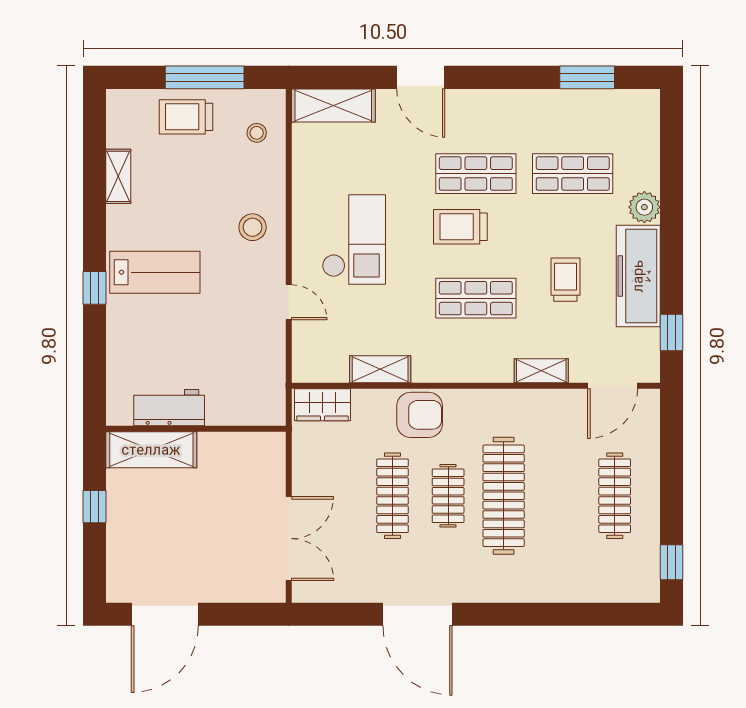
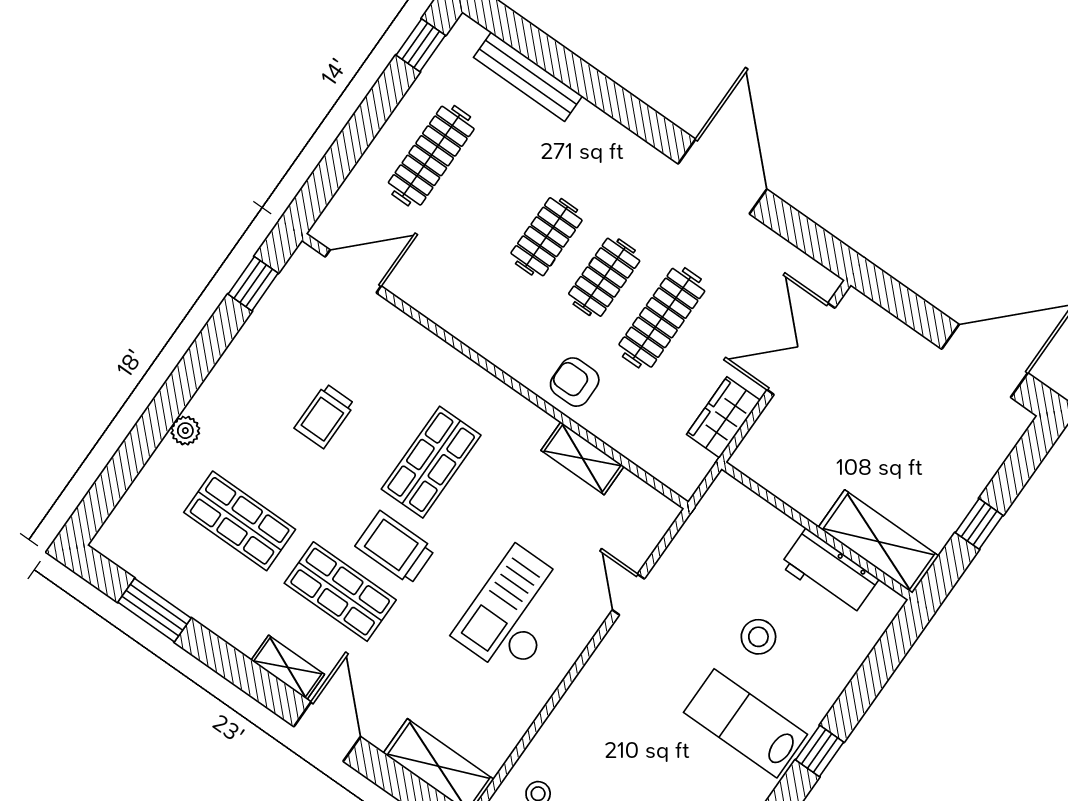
plant: (644, 207) -> (185, 431), width x0.73, depth x0.73
stool: (253, 227) -> (758, 637), moved
trolley: (460, 227) -> (395, 548), turned 180
freezer: (638, 276) -> (246, 367), removed
shop shelf: (476, 298) -> (431, 462), turned 90
shelving: (541, 371) -> (288, 667), moved
wardrobe: (322, 405) -> (723, 417), moved, turned -90
armchair: (420, 415) -> (575, 382), width x0.72, depth x0.72
clothes rail: (504, 496) -> (547, 237), width x0.54, depth x0.76
bench: (588, 591) -> (528, 77), added

